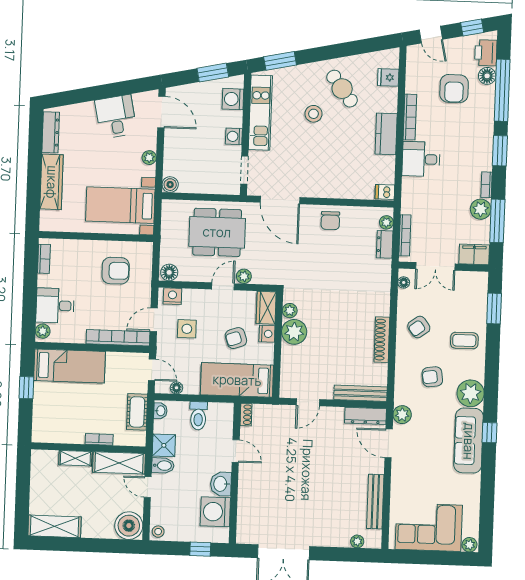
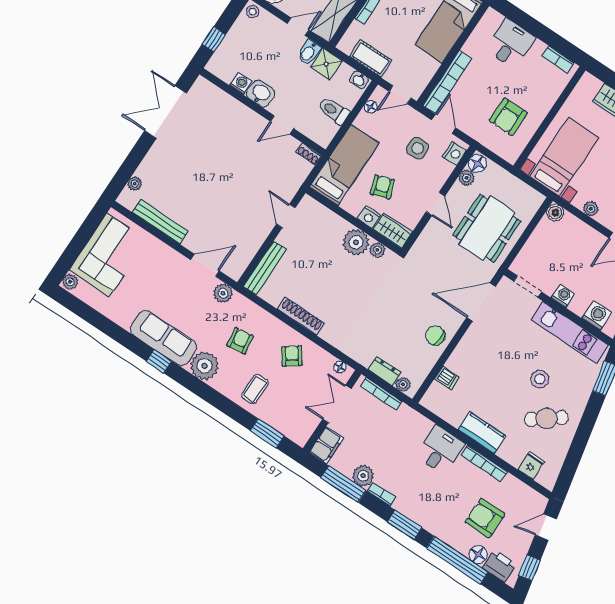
dishwasher: (385, 192) -> (447, 378), moved, turned 90
plant: (244, 276) -> (466, 178), moved
plant: (43, 331) -> (494, 19), removed
dresser: (365, 416) -> (242, 260), removed
washing machine: (215, 512) -> (241, 83), width x0.53, depth x0.53

